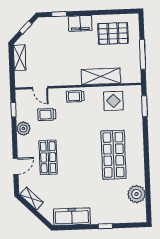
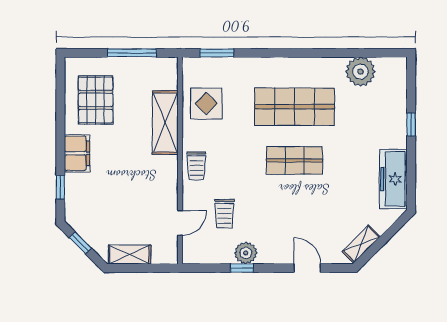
window: (13, 110) -> (242, 268), moved
shop shelf: (48, 157) -> (295, 160), moved

